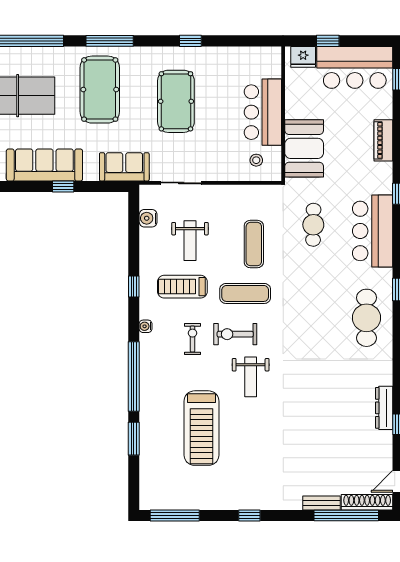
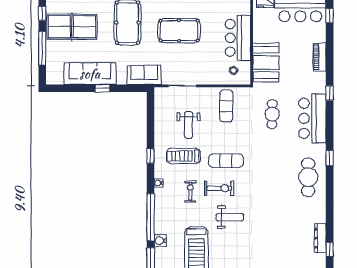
pool table: (176, 101) -> (179, 31), turned 90
water cooler: (148, 218) -> (160, 241), moved
exercise mat: (254, 244) -> (226, 106), moved
exercise bike: (235, 334) -> (219, 188), turned 180
weight bench: (251, 377) -> (230, 217), turned -90

